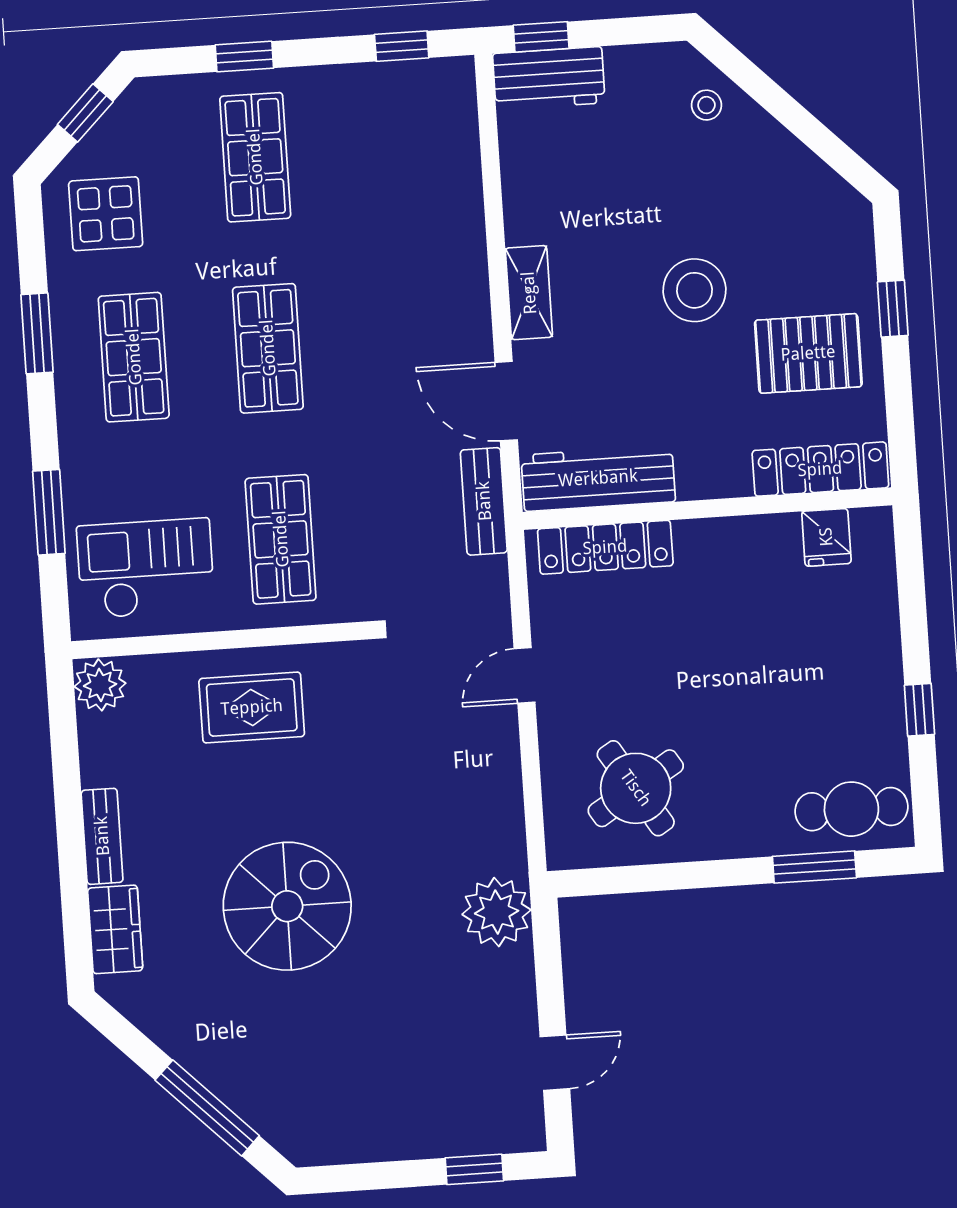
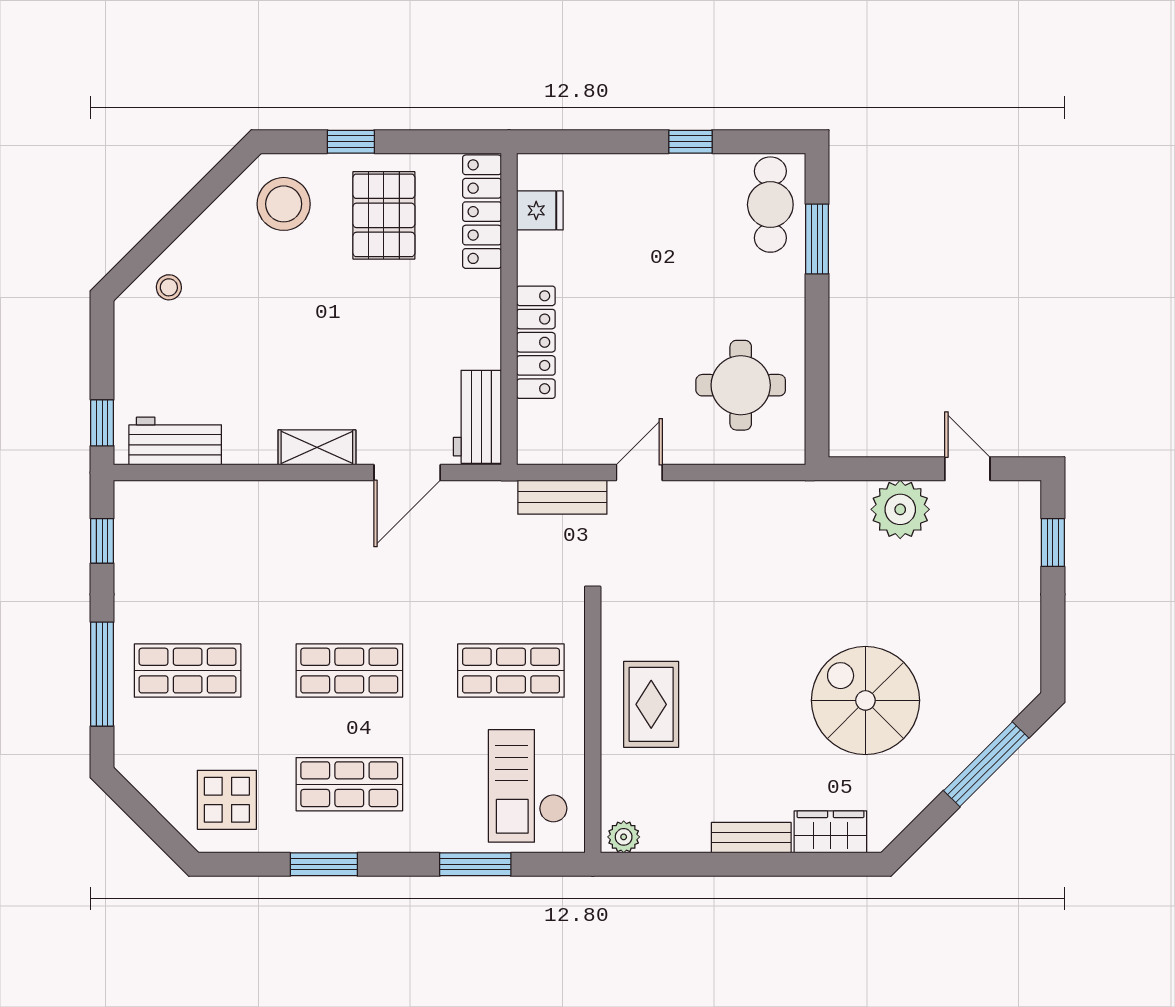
window: (244, 57) -> (102, 674), width x2.17
workbench: (549, 78) -> (175, 441), moved, turned -90
window: (85, 113) -> (141, 811), removed
stool: (694, 290) -> (284, 204), moved
workbench: (598, 478) -> (477, 417), width x0.73
bench: (484, 501) -> (562, 497), moved
locker: (605, 547) -> (536, 342), moved
door: (525, 675) -> (639, 473), swing flipped
plant: (100, 685) -> (624, 837), width x0.73, depth x0.73
round table: (636, 788) -> (741, 385), turned 32
spiral stairs: (287, 906) -> (865, 700), moved
plant: (497, 912) -> (900, 509), moved

